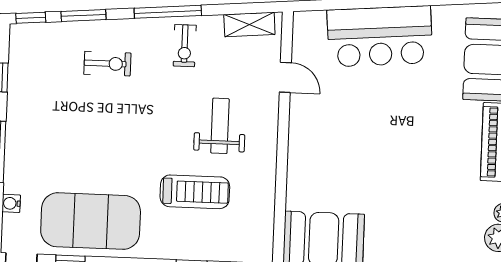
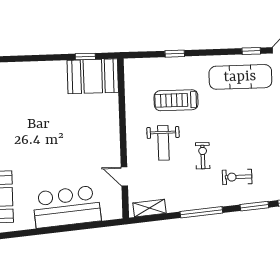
exercise bike: (185, 46) -> (203, 156), moved
exercise mat: (91, 221) -> (240, 77), width x0.68

